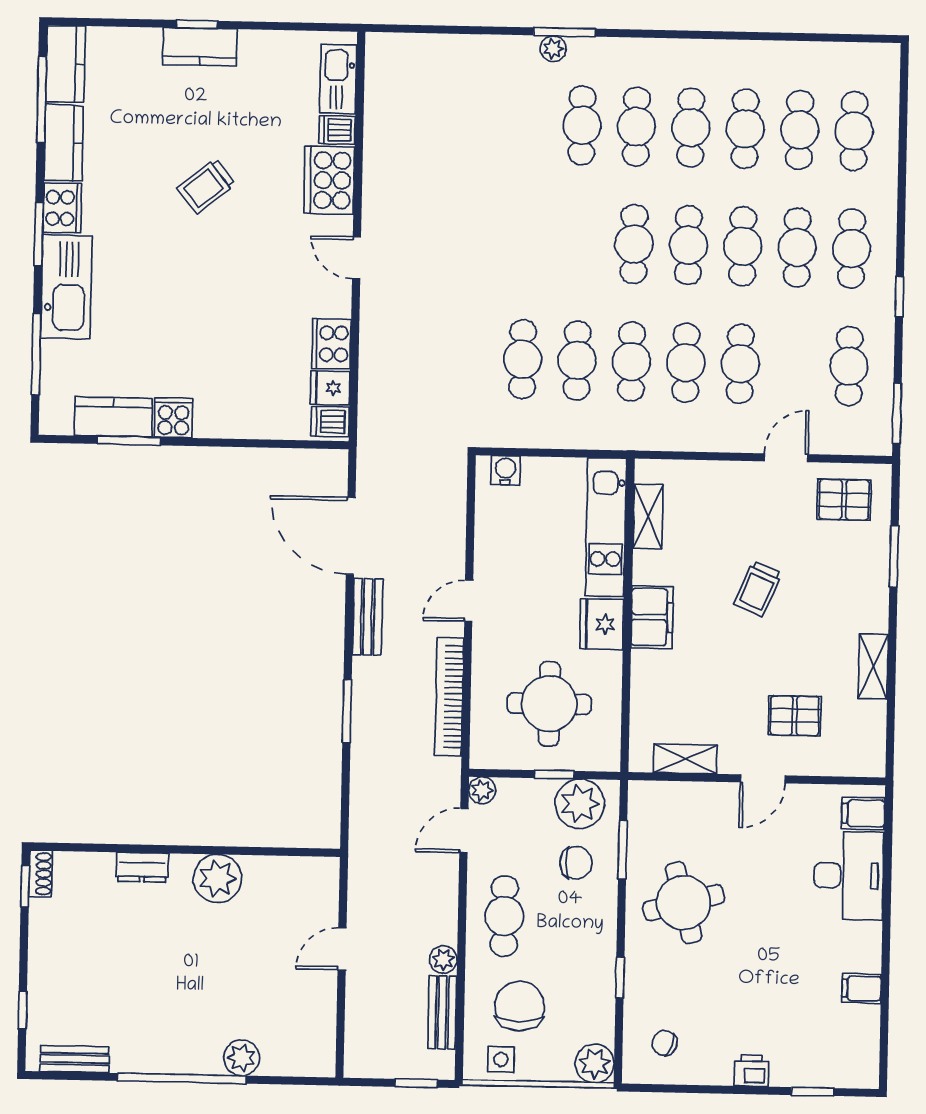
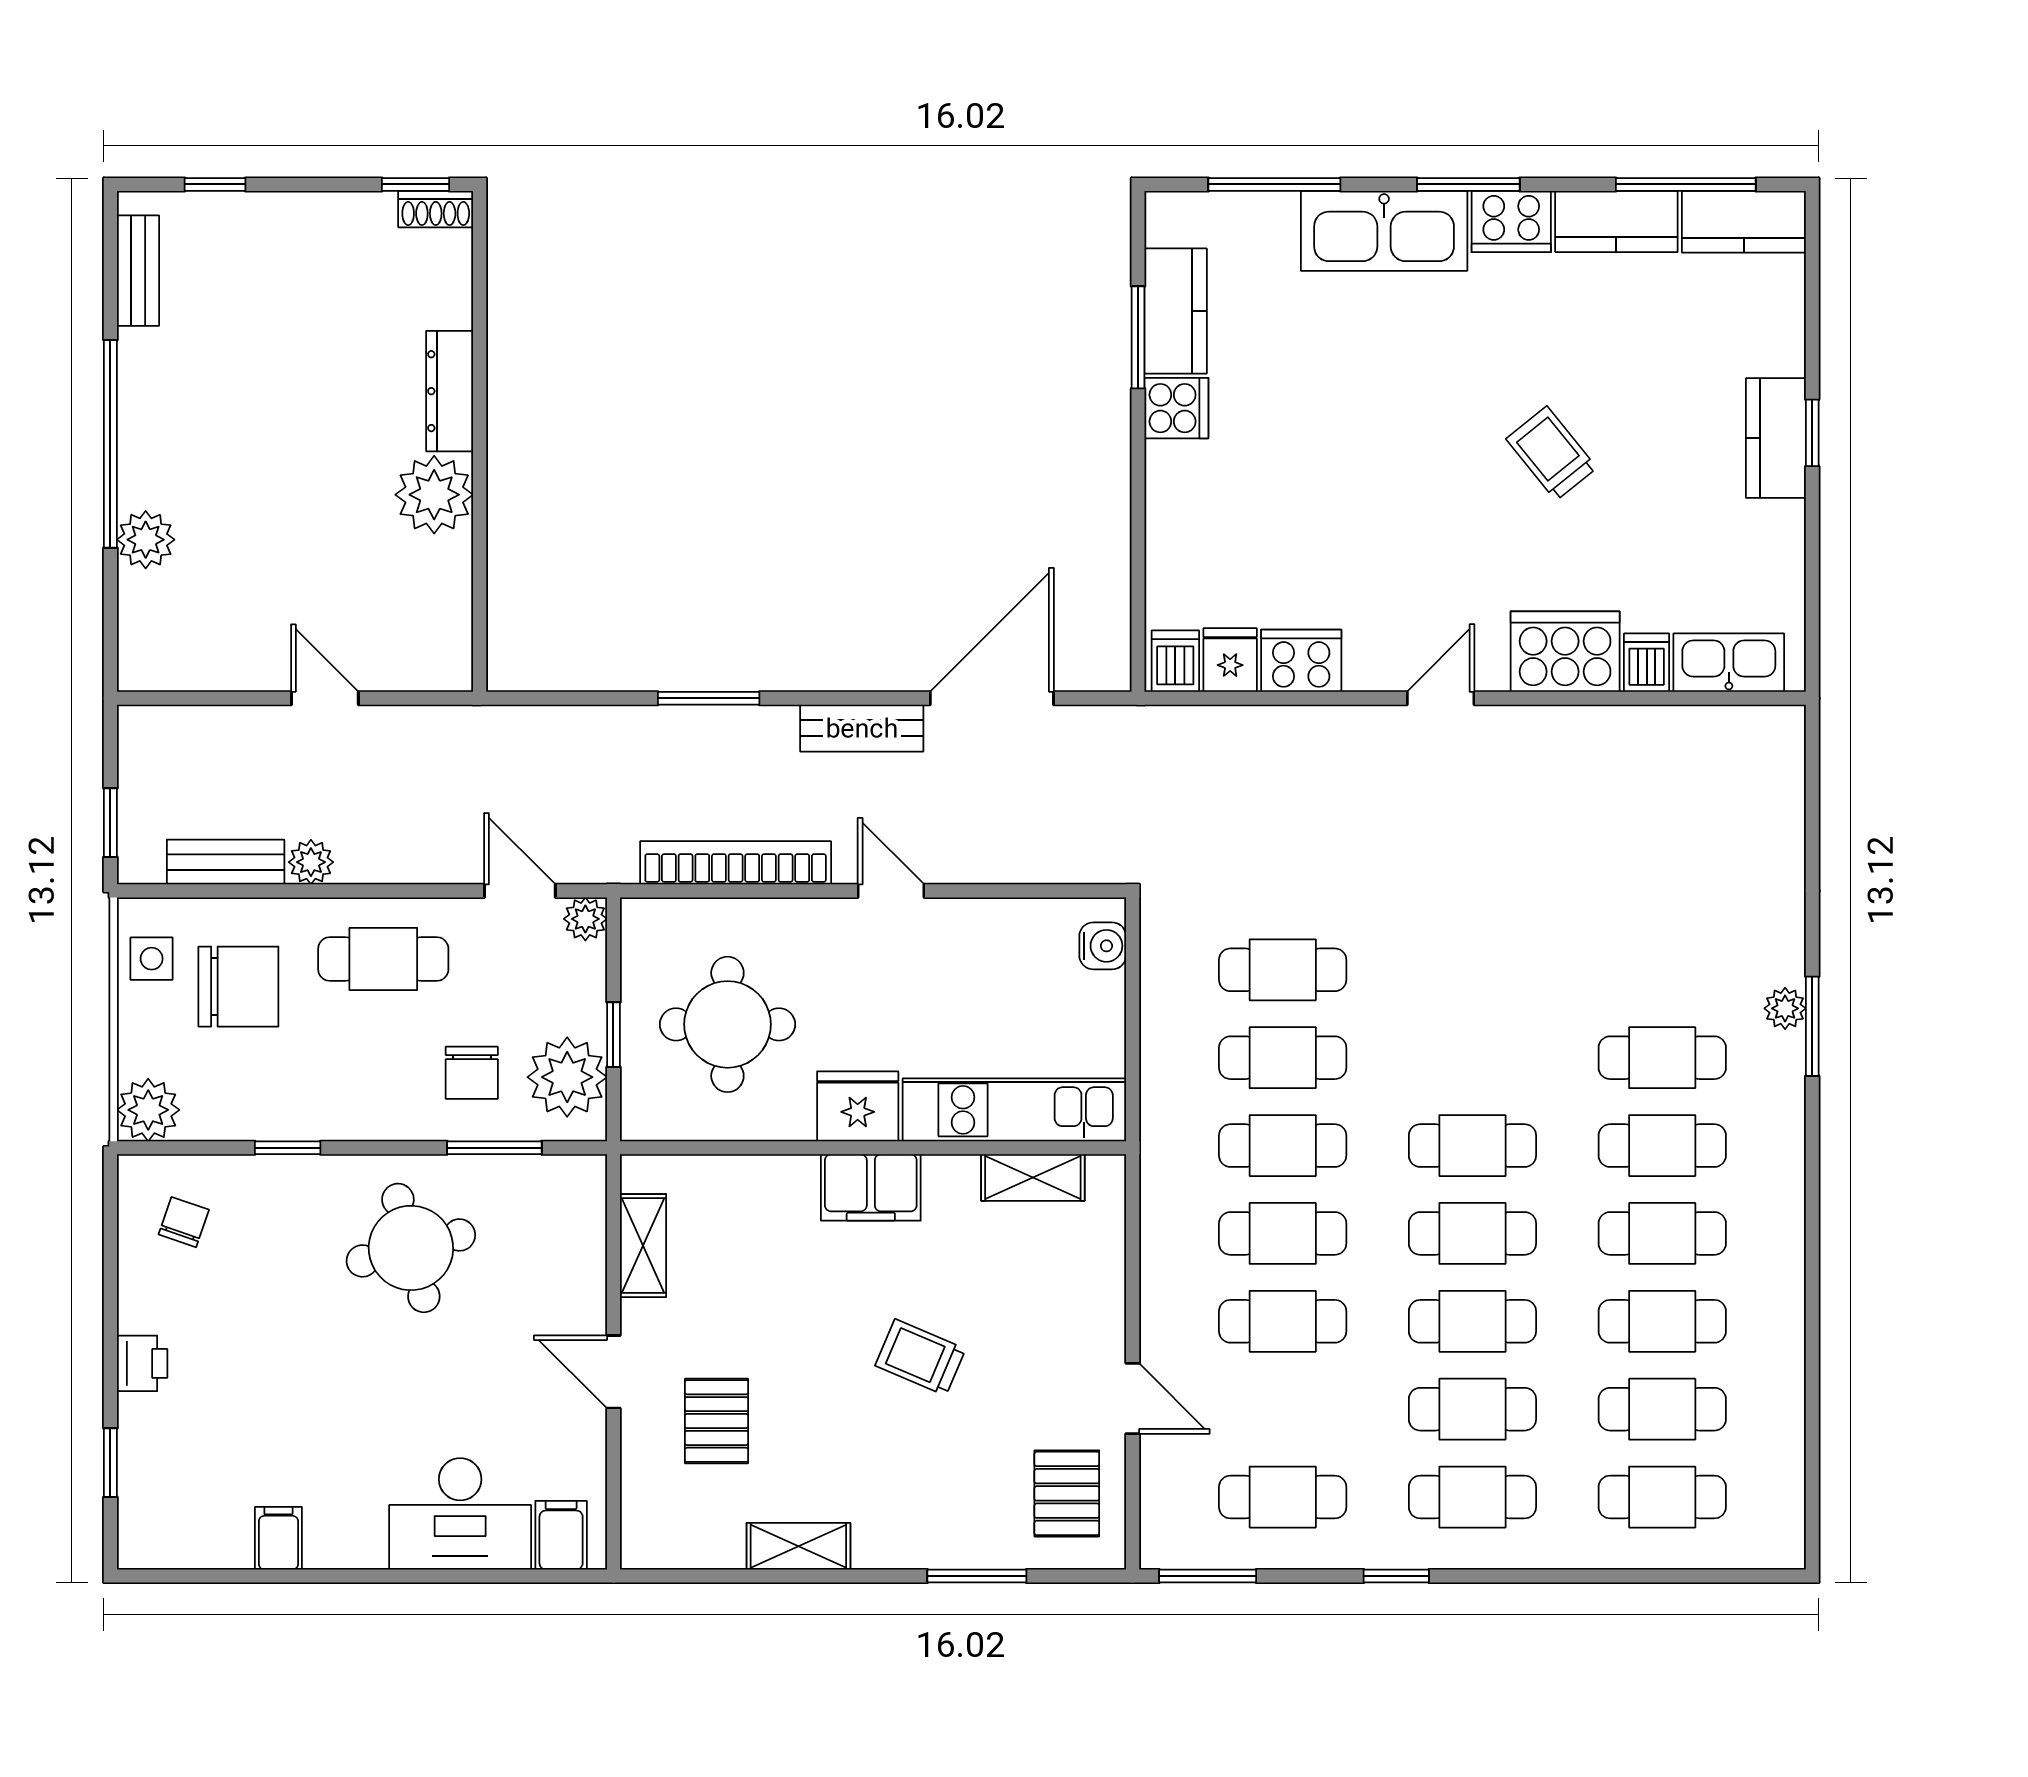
dresser: (142, 867) -> (450, 391), width x1.44

